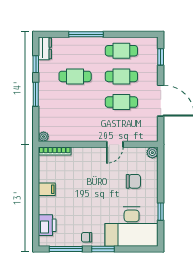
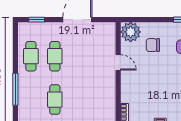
cafe table: (121, 102) -> (79, 56), removed
plant: (152, 153) -> (131, 32), width x1.87, depth x1.87
chair: (133, 181) -> (153, 45), turned -90

